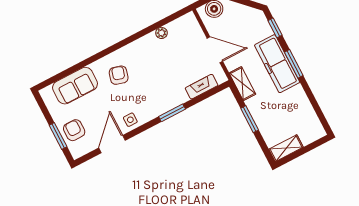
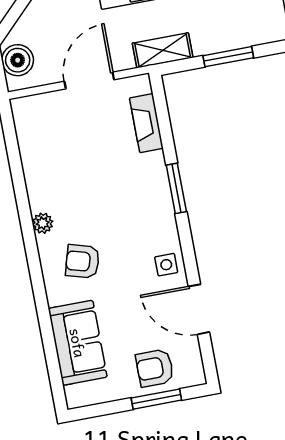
plant: (162, 33) -> (43, 223), moved

